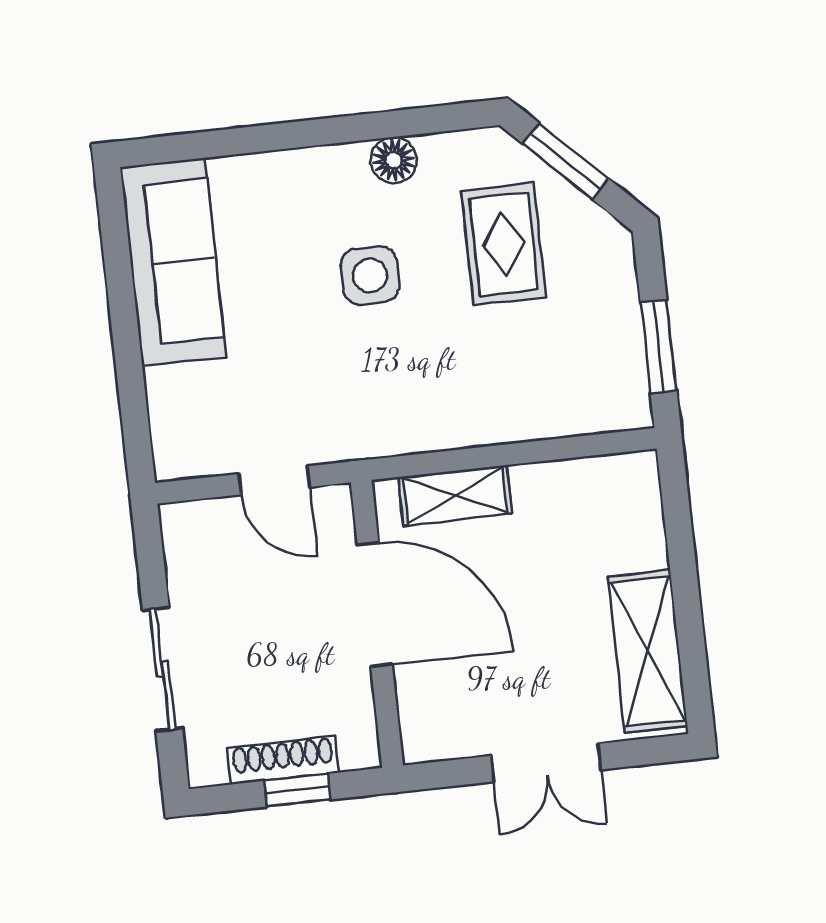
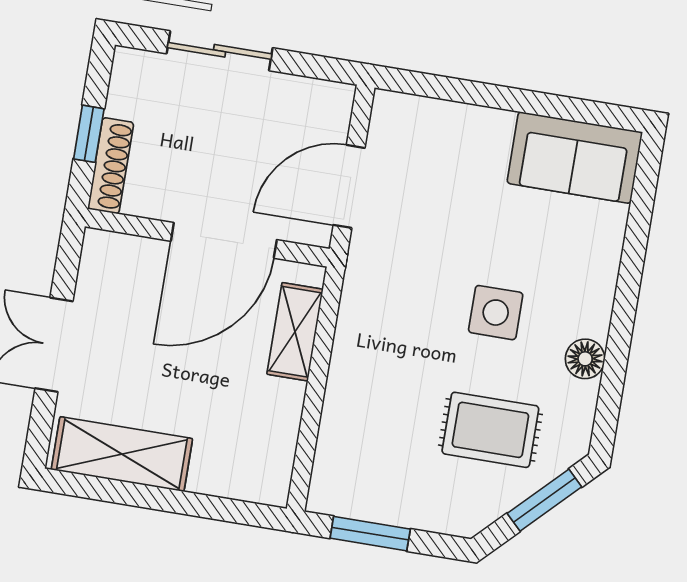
sofa: (173, 262) -> (575, 158), width x0.73
door: (274, 480) -> (349, 186), width x1.38
shoe rack: (283, 760) -> (111, 166), moved

